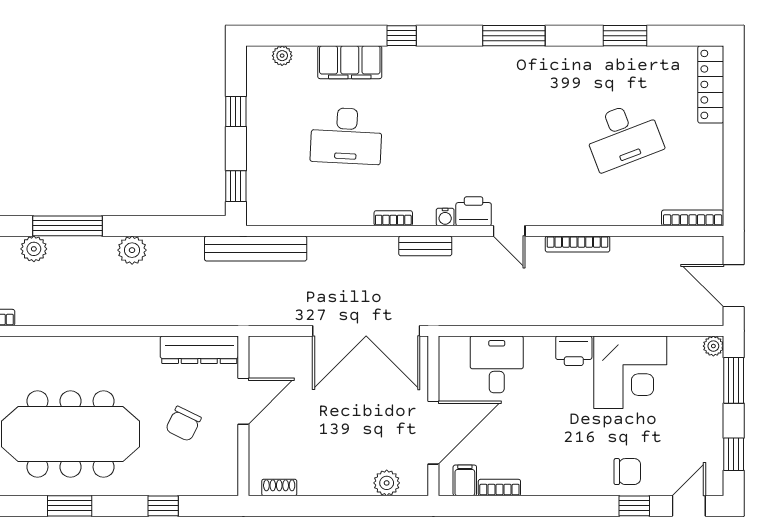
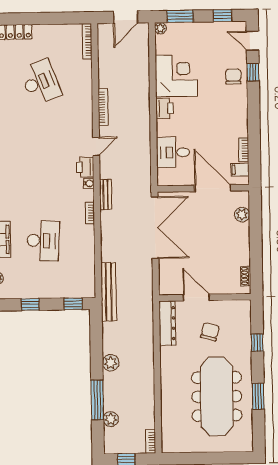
chair: (183, 424) -> (210, 332), turned -101

